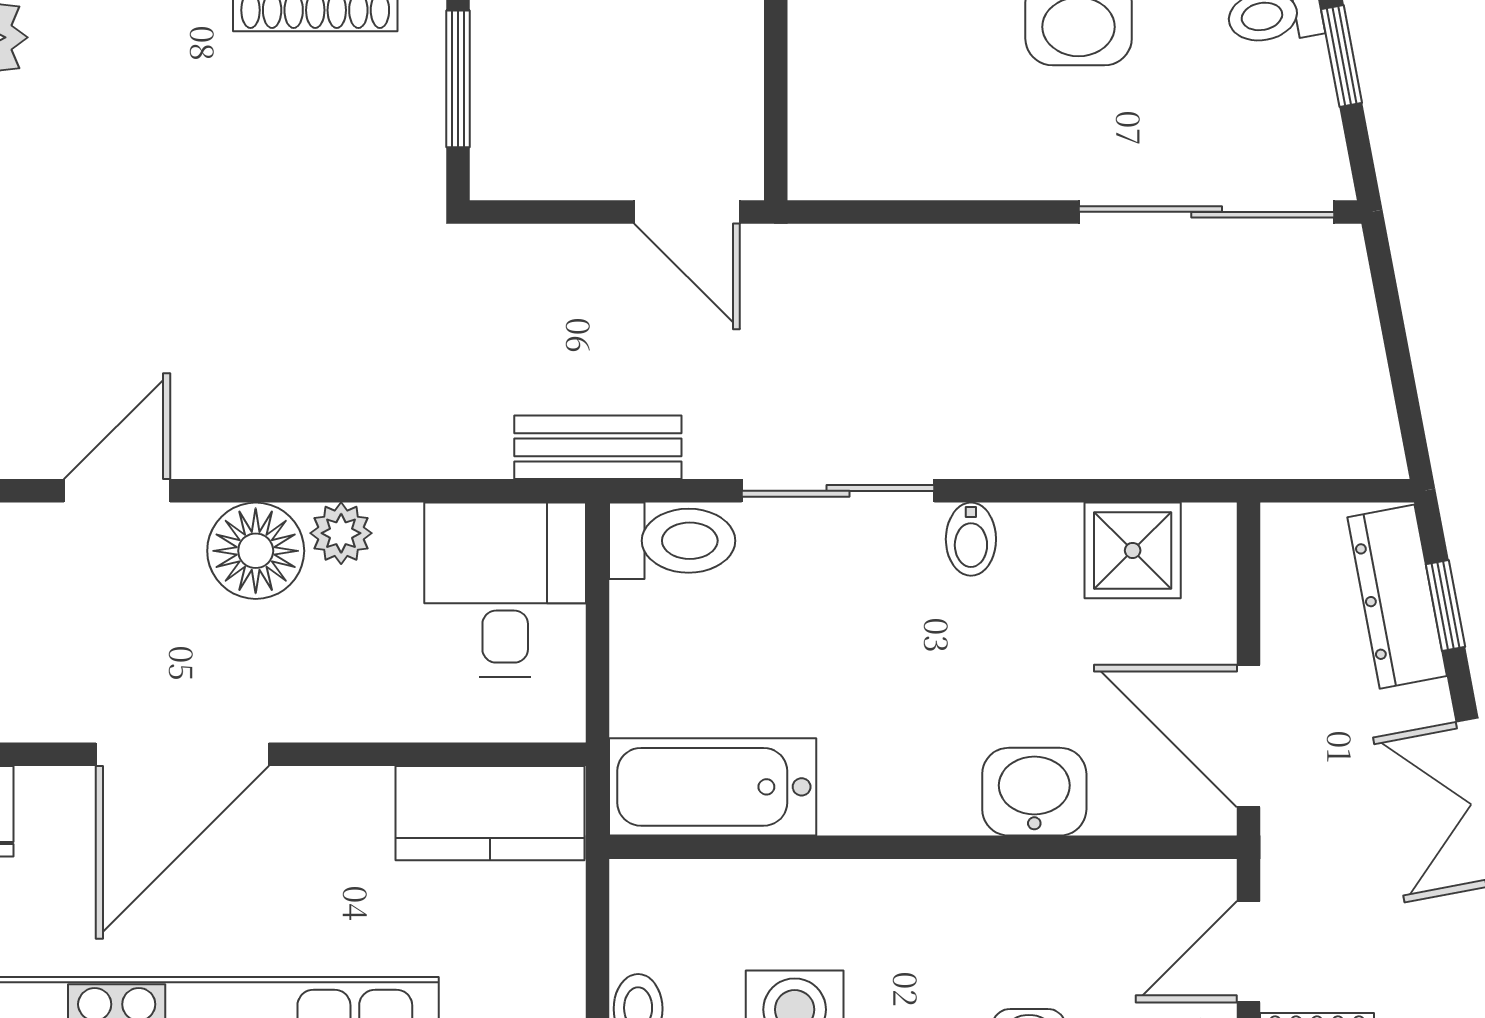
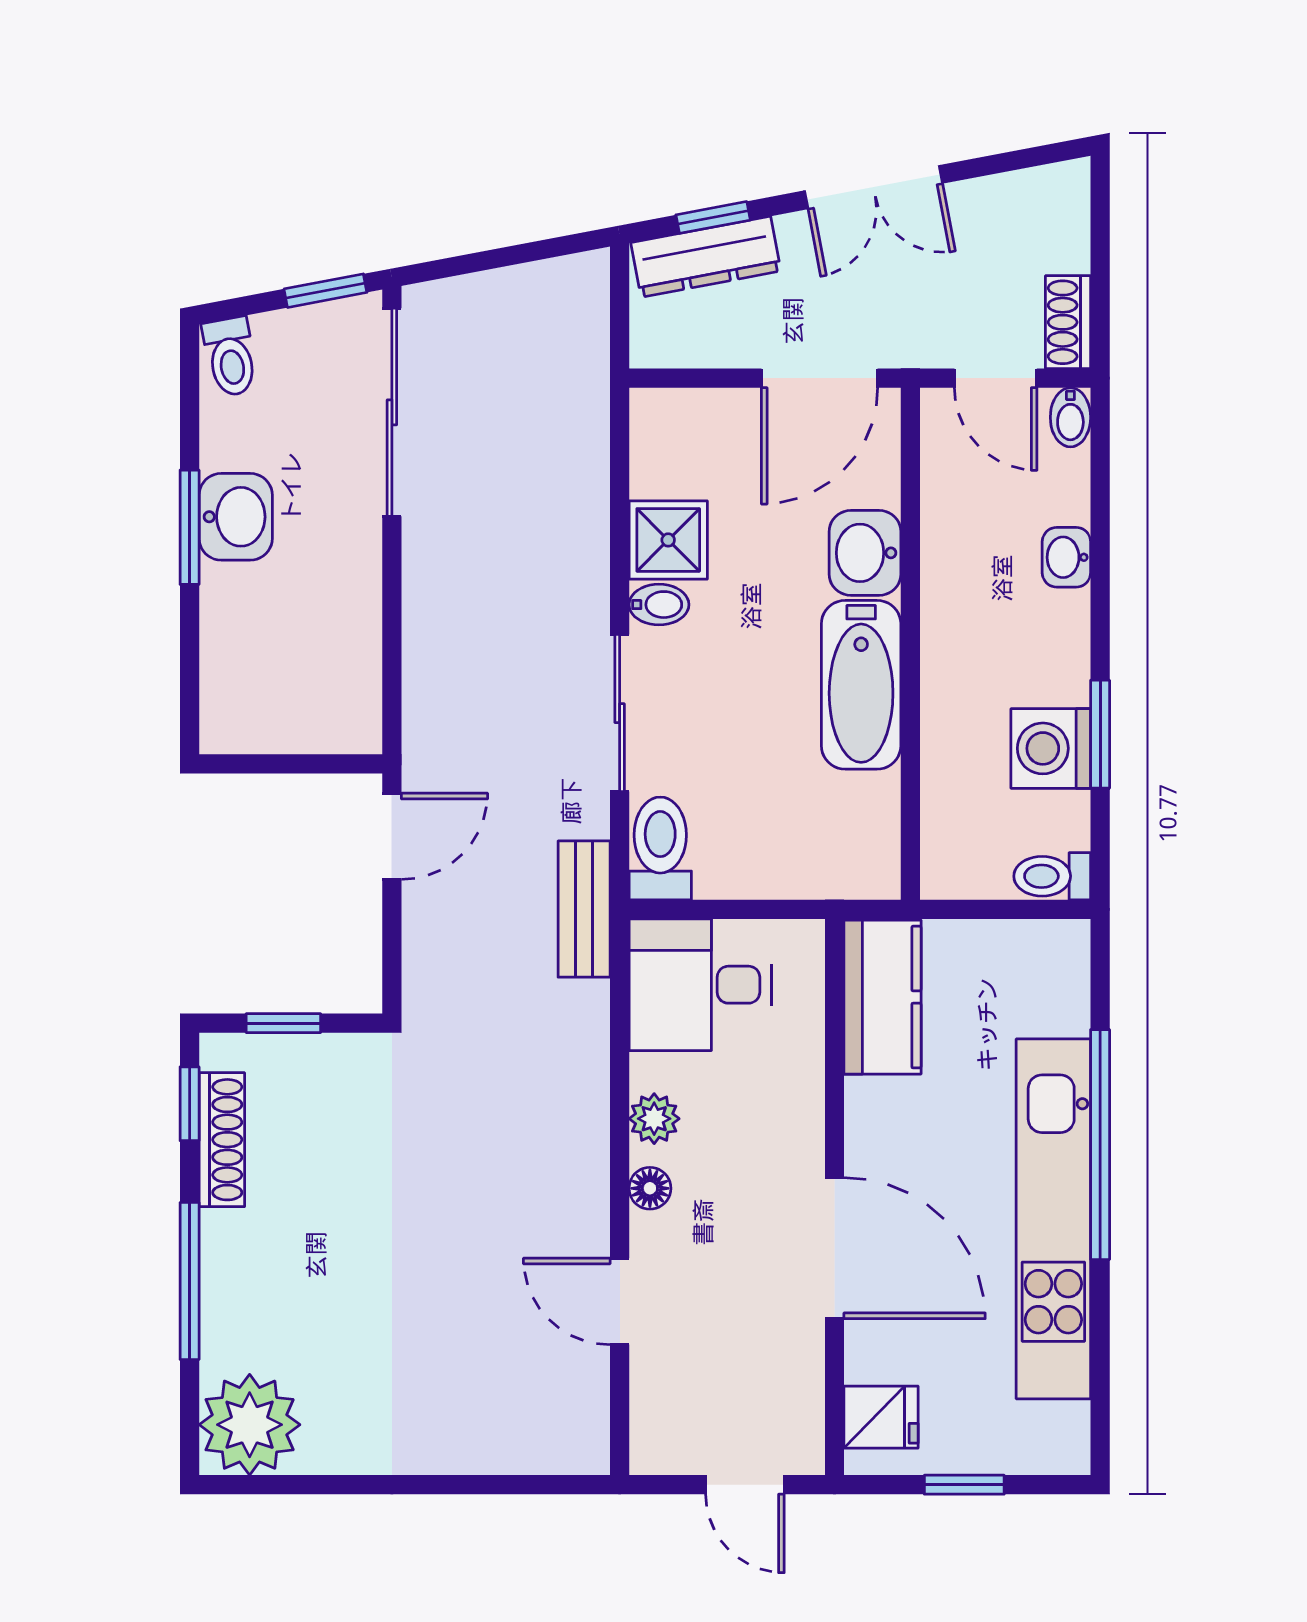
window: (1342, 56) -> (325, 291), moved
window: (458, 79) -> (283, 1023), width x0.67
shower: (1133, 550) -> (668, 540), moved
floor lamp: (256, 551) -> (650, 1188), width x0.53, depth x0.53
bathtub: (713, 787) -> (861, 685), moved

